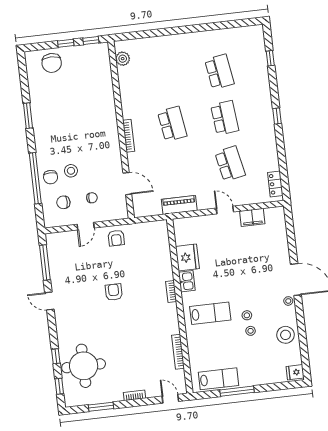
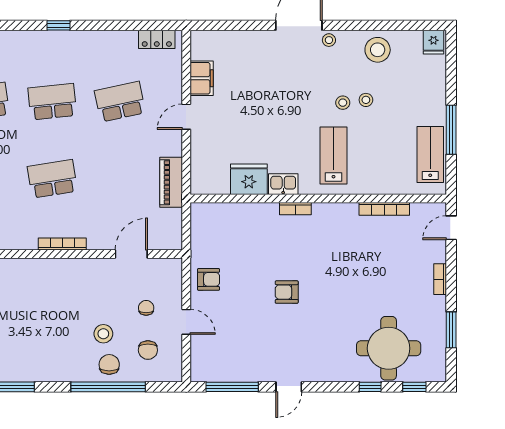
chair: (51, 177) -> (109, 364), turned -90

